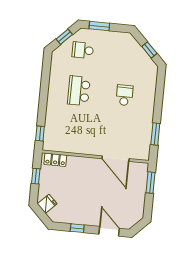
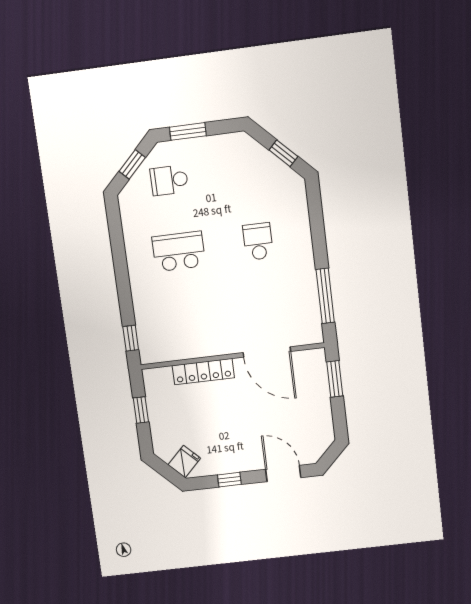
school desk: (79, 91) -> (179, 251), turned 90
window: (155, 134) -> (325, 296), width x1.44
locker: (55, 160) -> (203, 372), moved, width x1.53
fridge: (47, 204) -> (184, 461), moved

